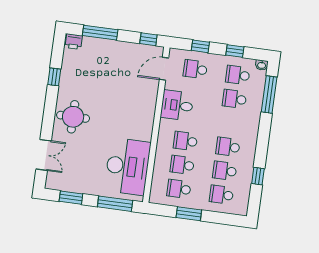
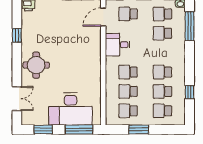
desk: (127, 166) -> (71, 109), moved, turned 90

